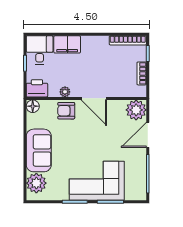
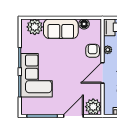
floor lamp: (33, 106) -> (84, 24), moved
door: (148, 135) -> (73, 116), hinge flipped

